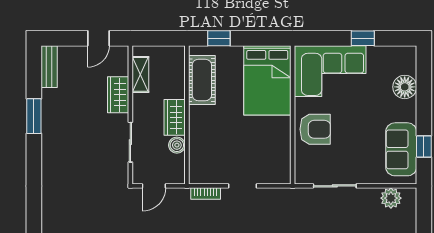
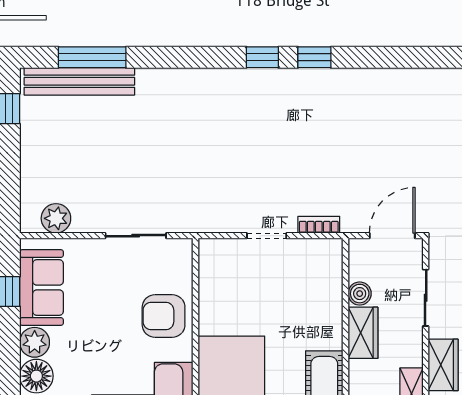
plant: (406, 111) -> (35, 342), added
door: (154, 186) -> (392, 236), width x1.38

